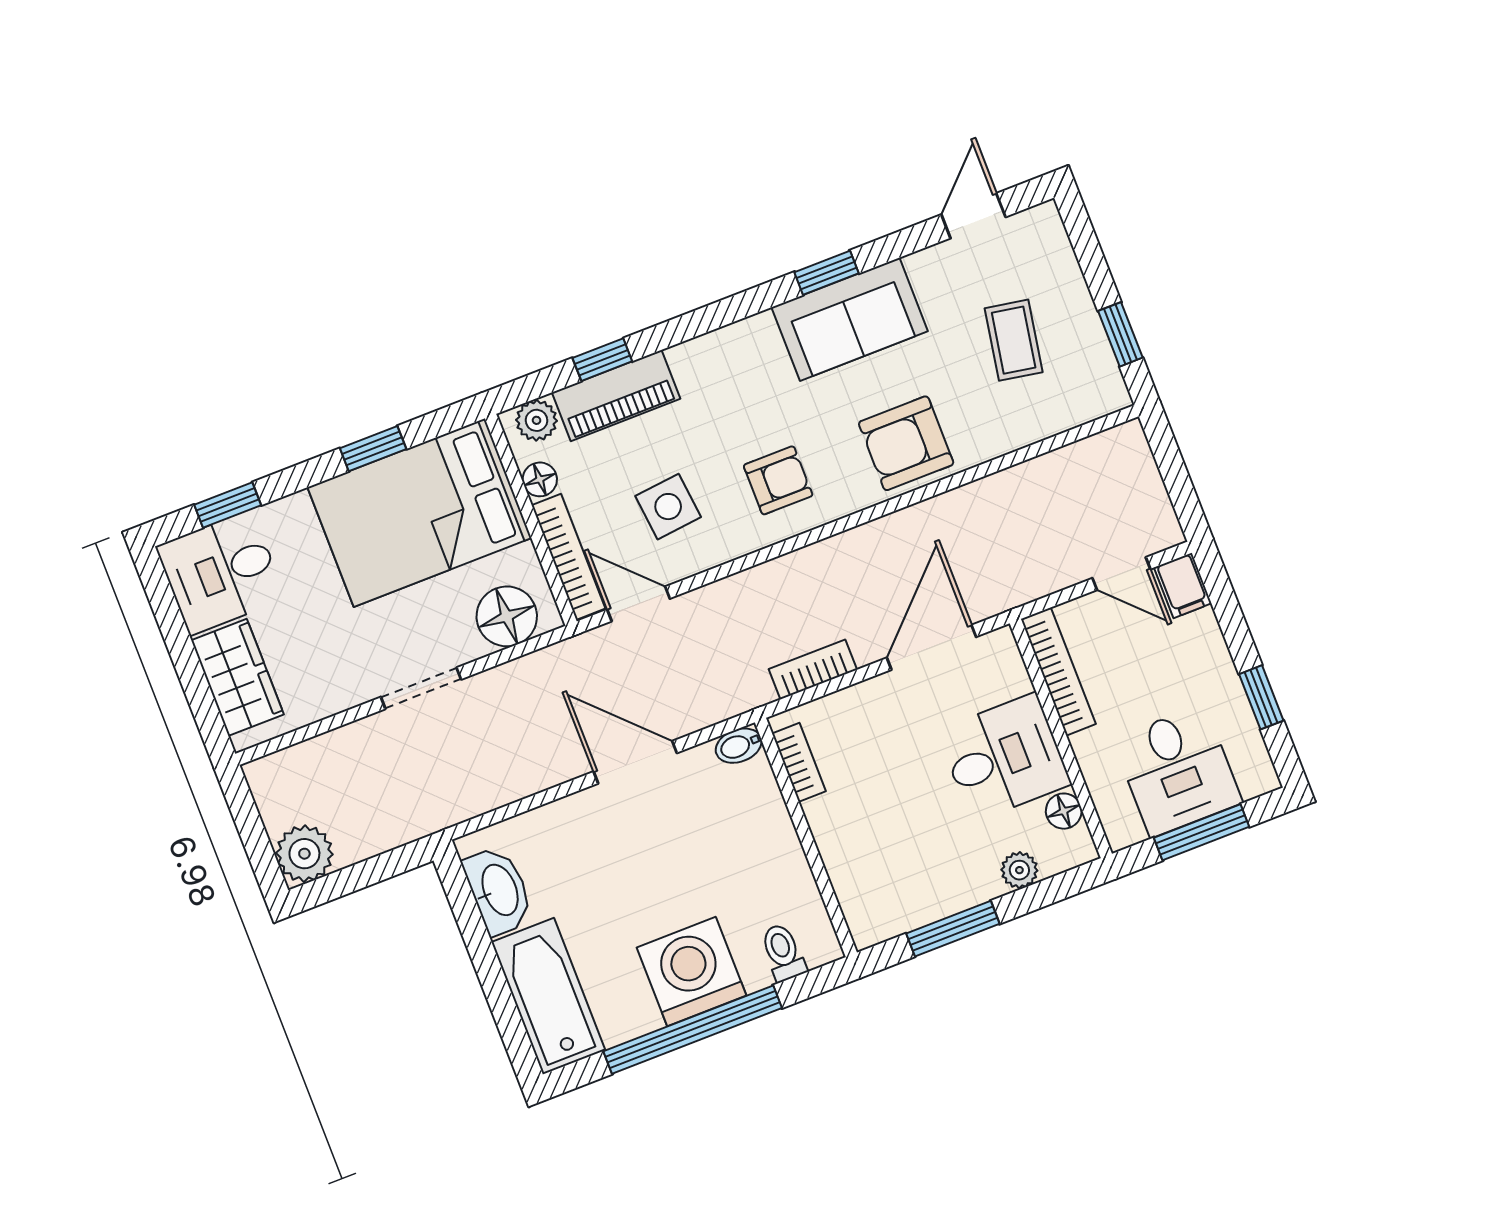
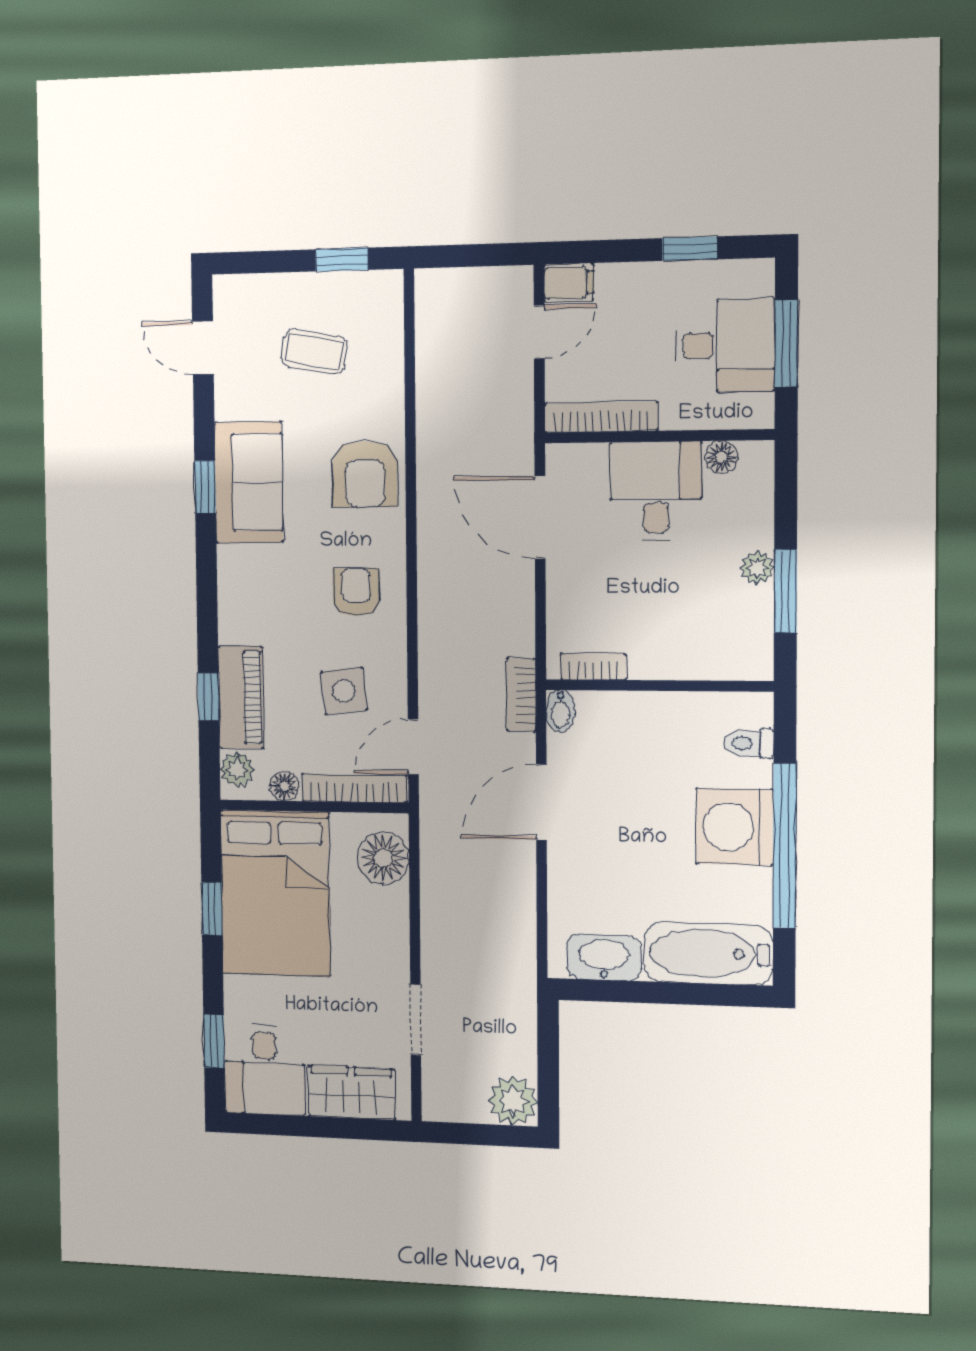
bookcase: (813, 669) -> (521, 695), moved
doorway: (421, 688) -> (416, 1020), moved
plant: (1019, 870) -> (757, 568), moved

